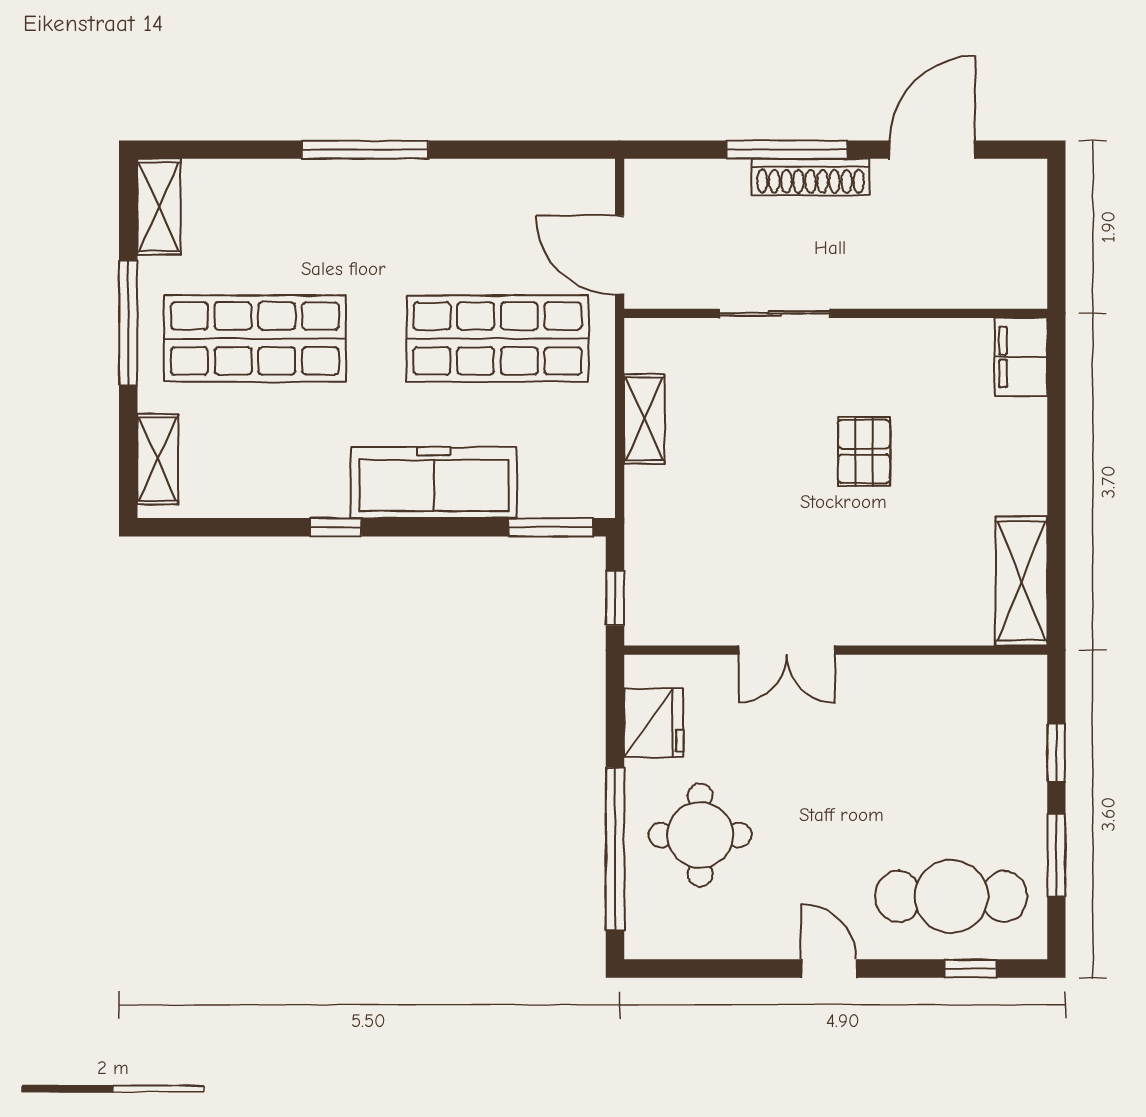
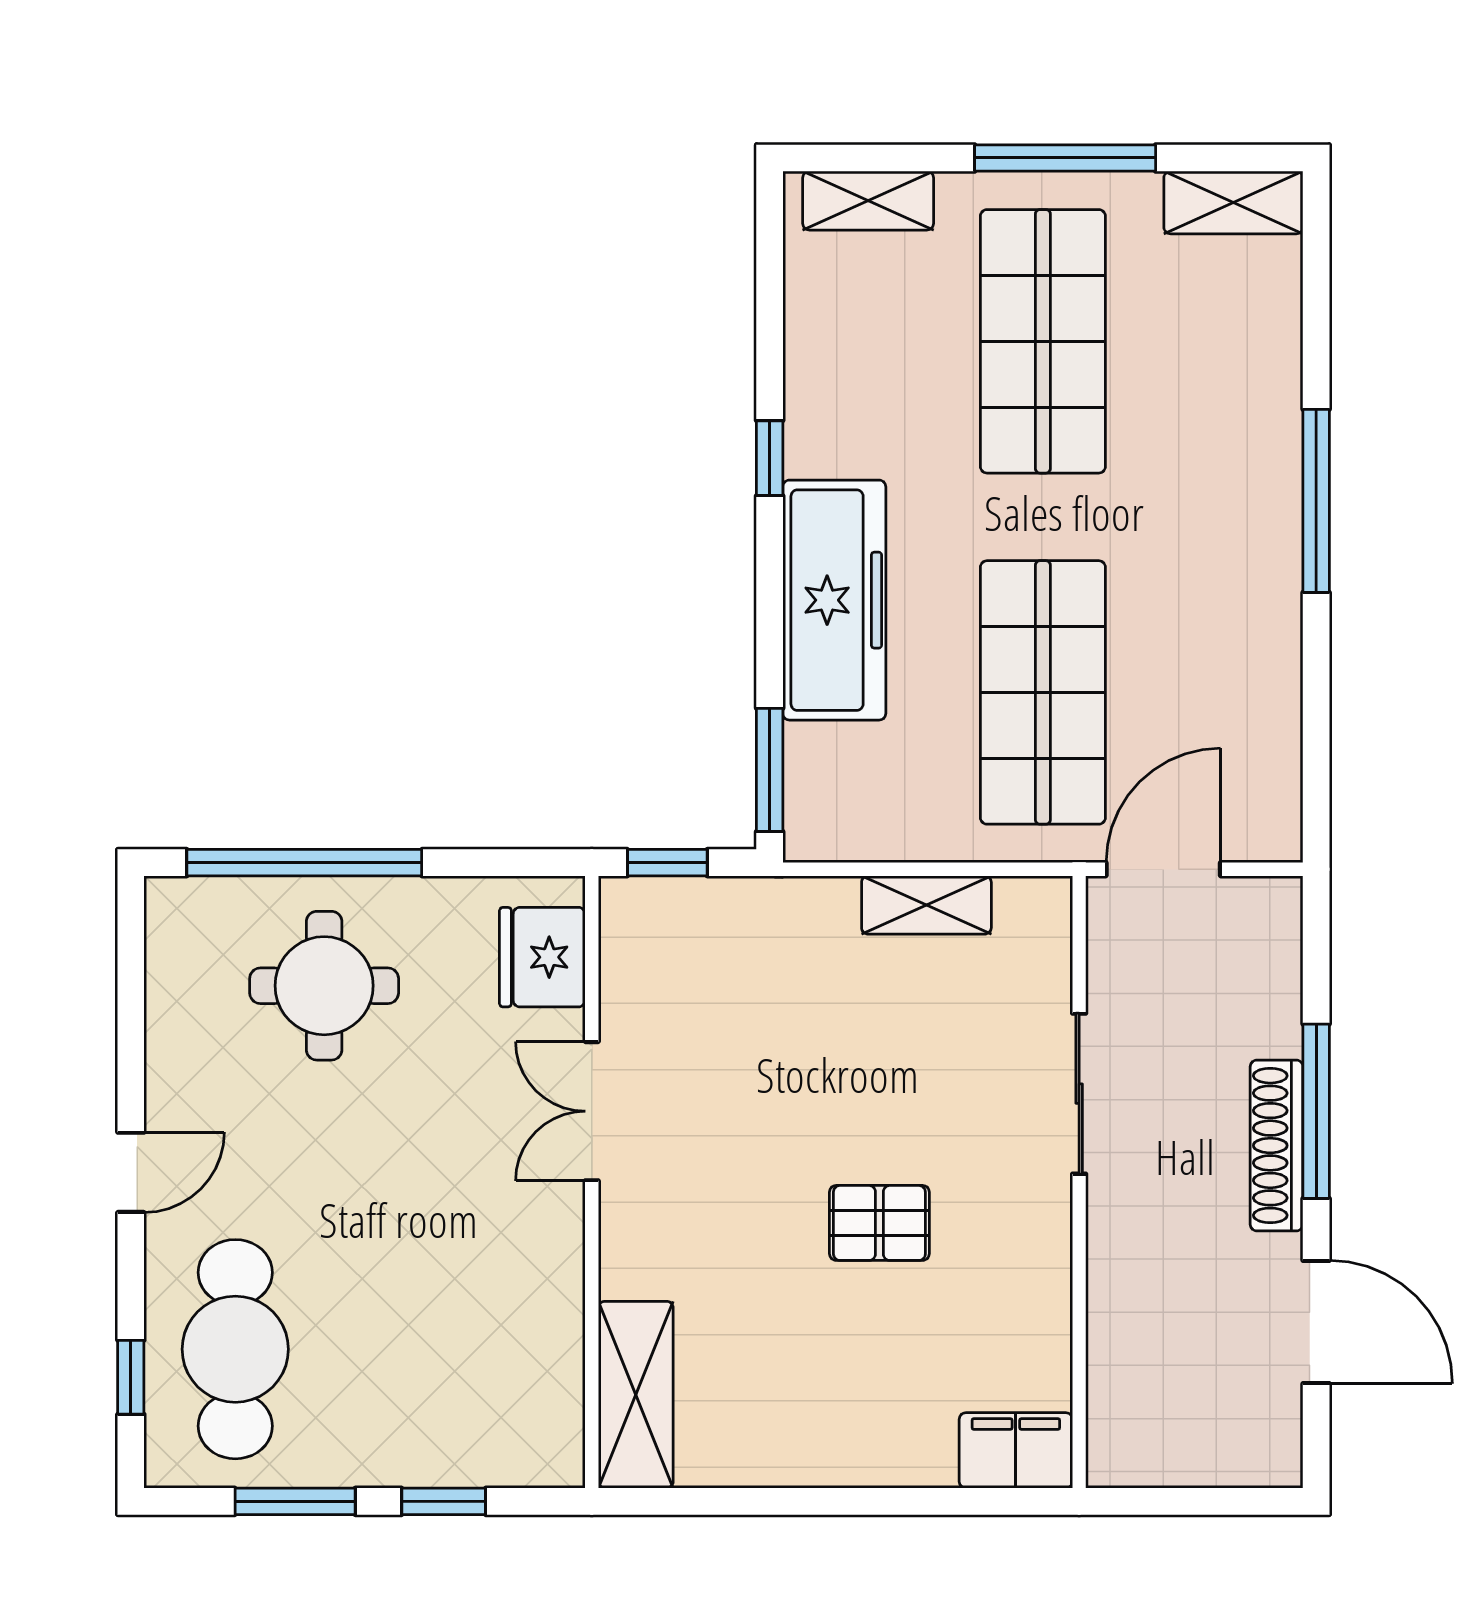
shelving: (1021, 581) -> (636, 1395), moved, turned 90
fridge: (654, 723) -> (542, 957), moved, turned 90

